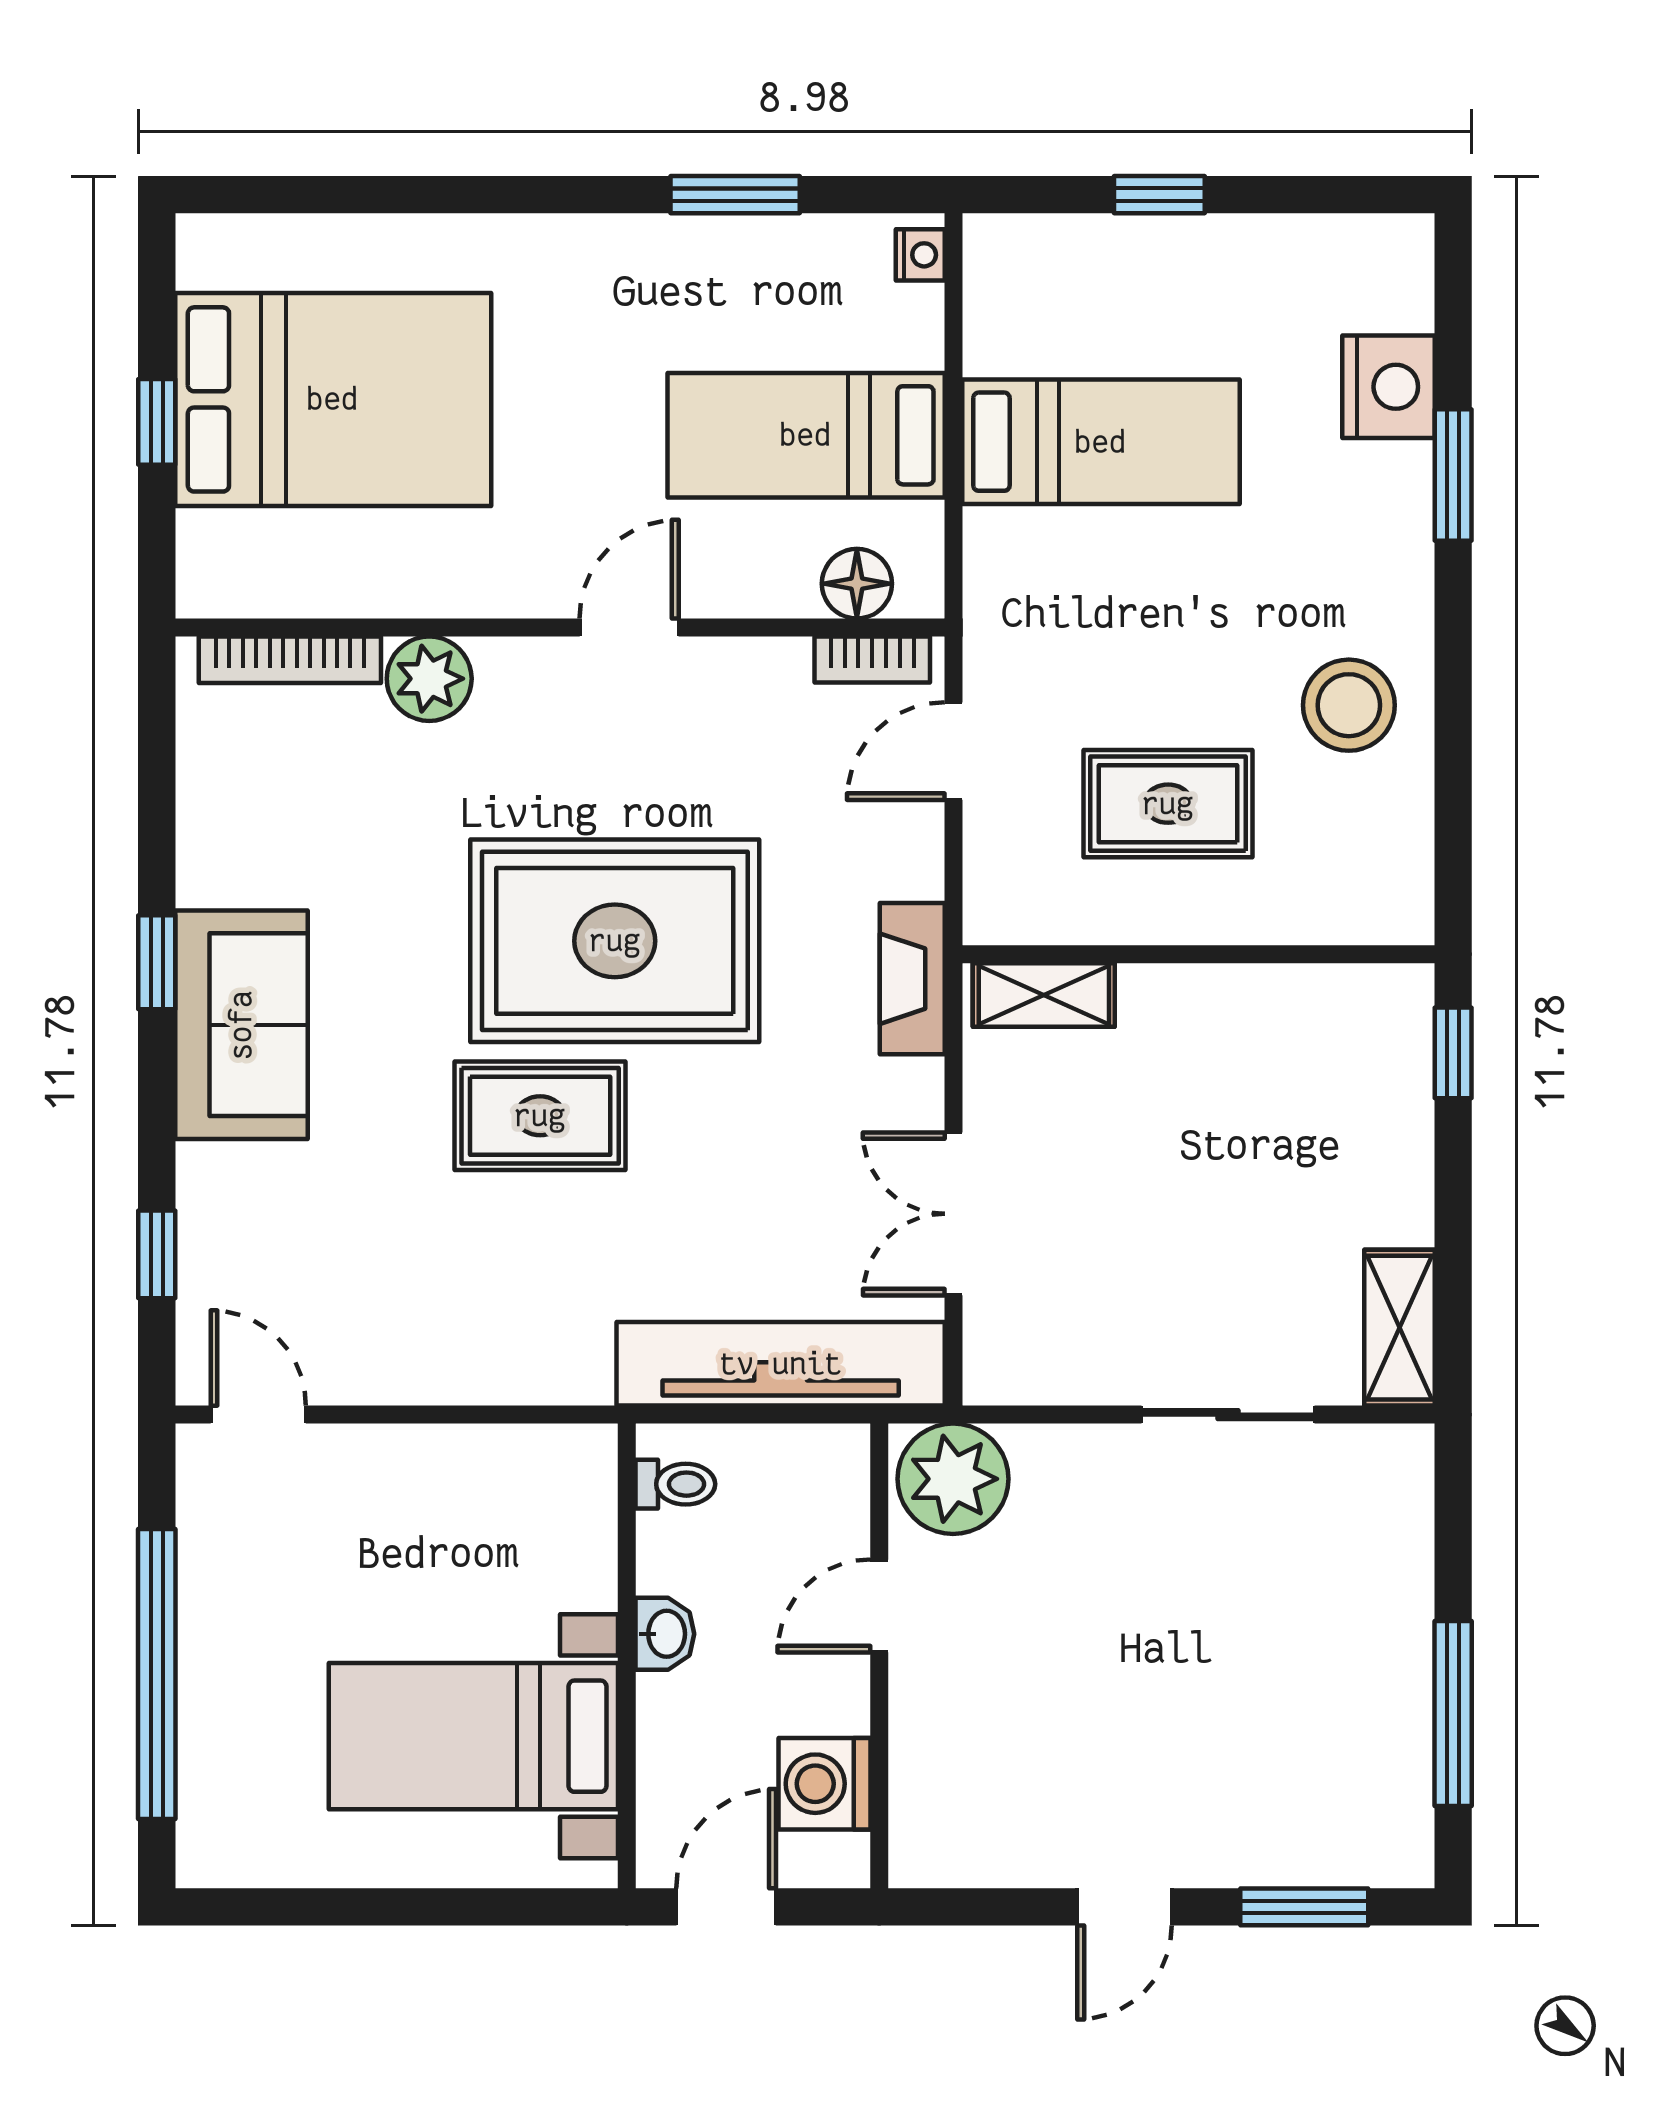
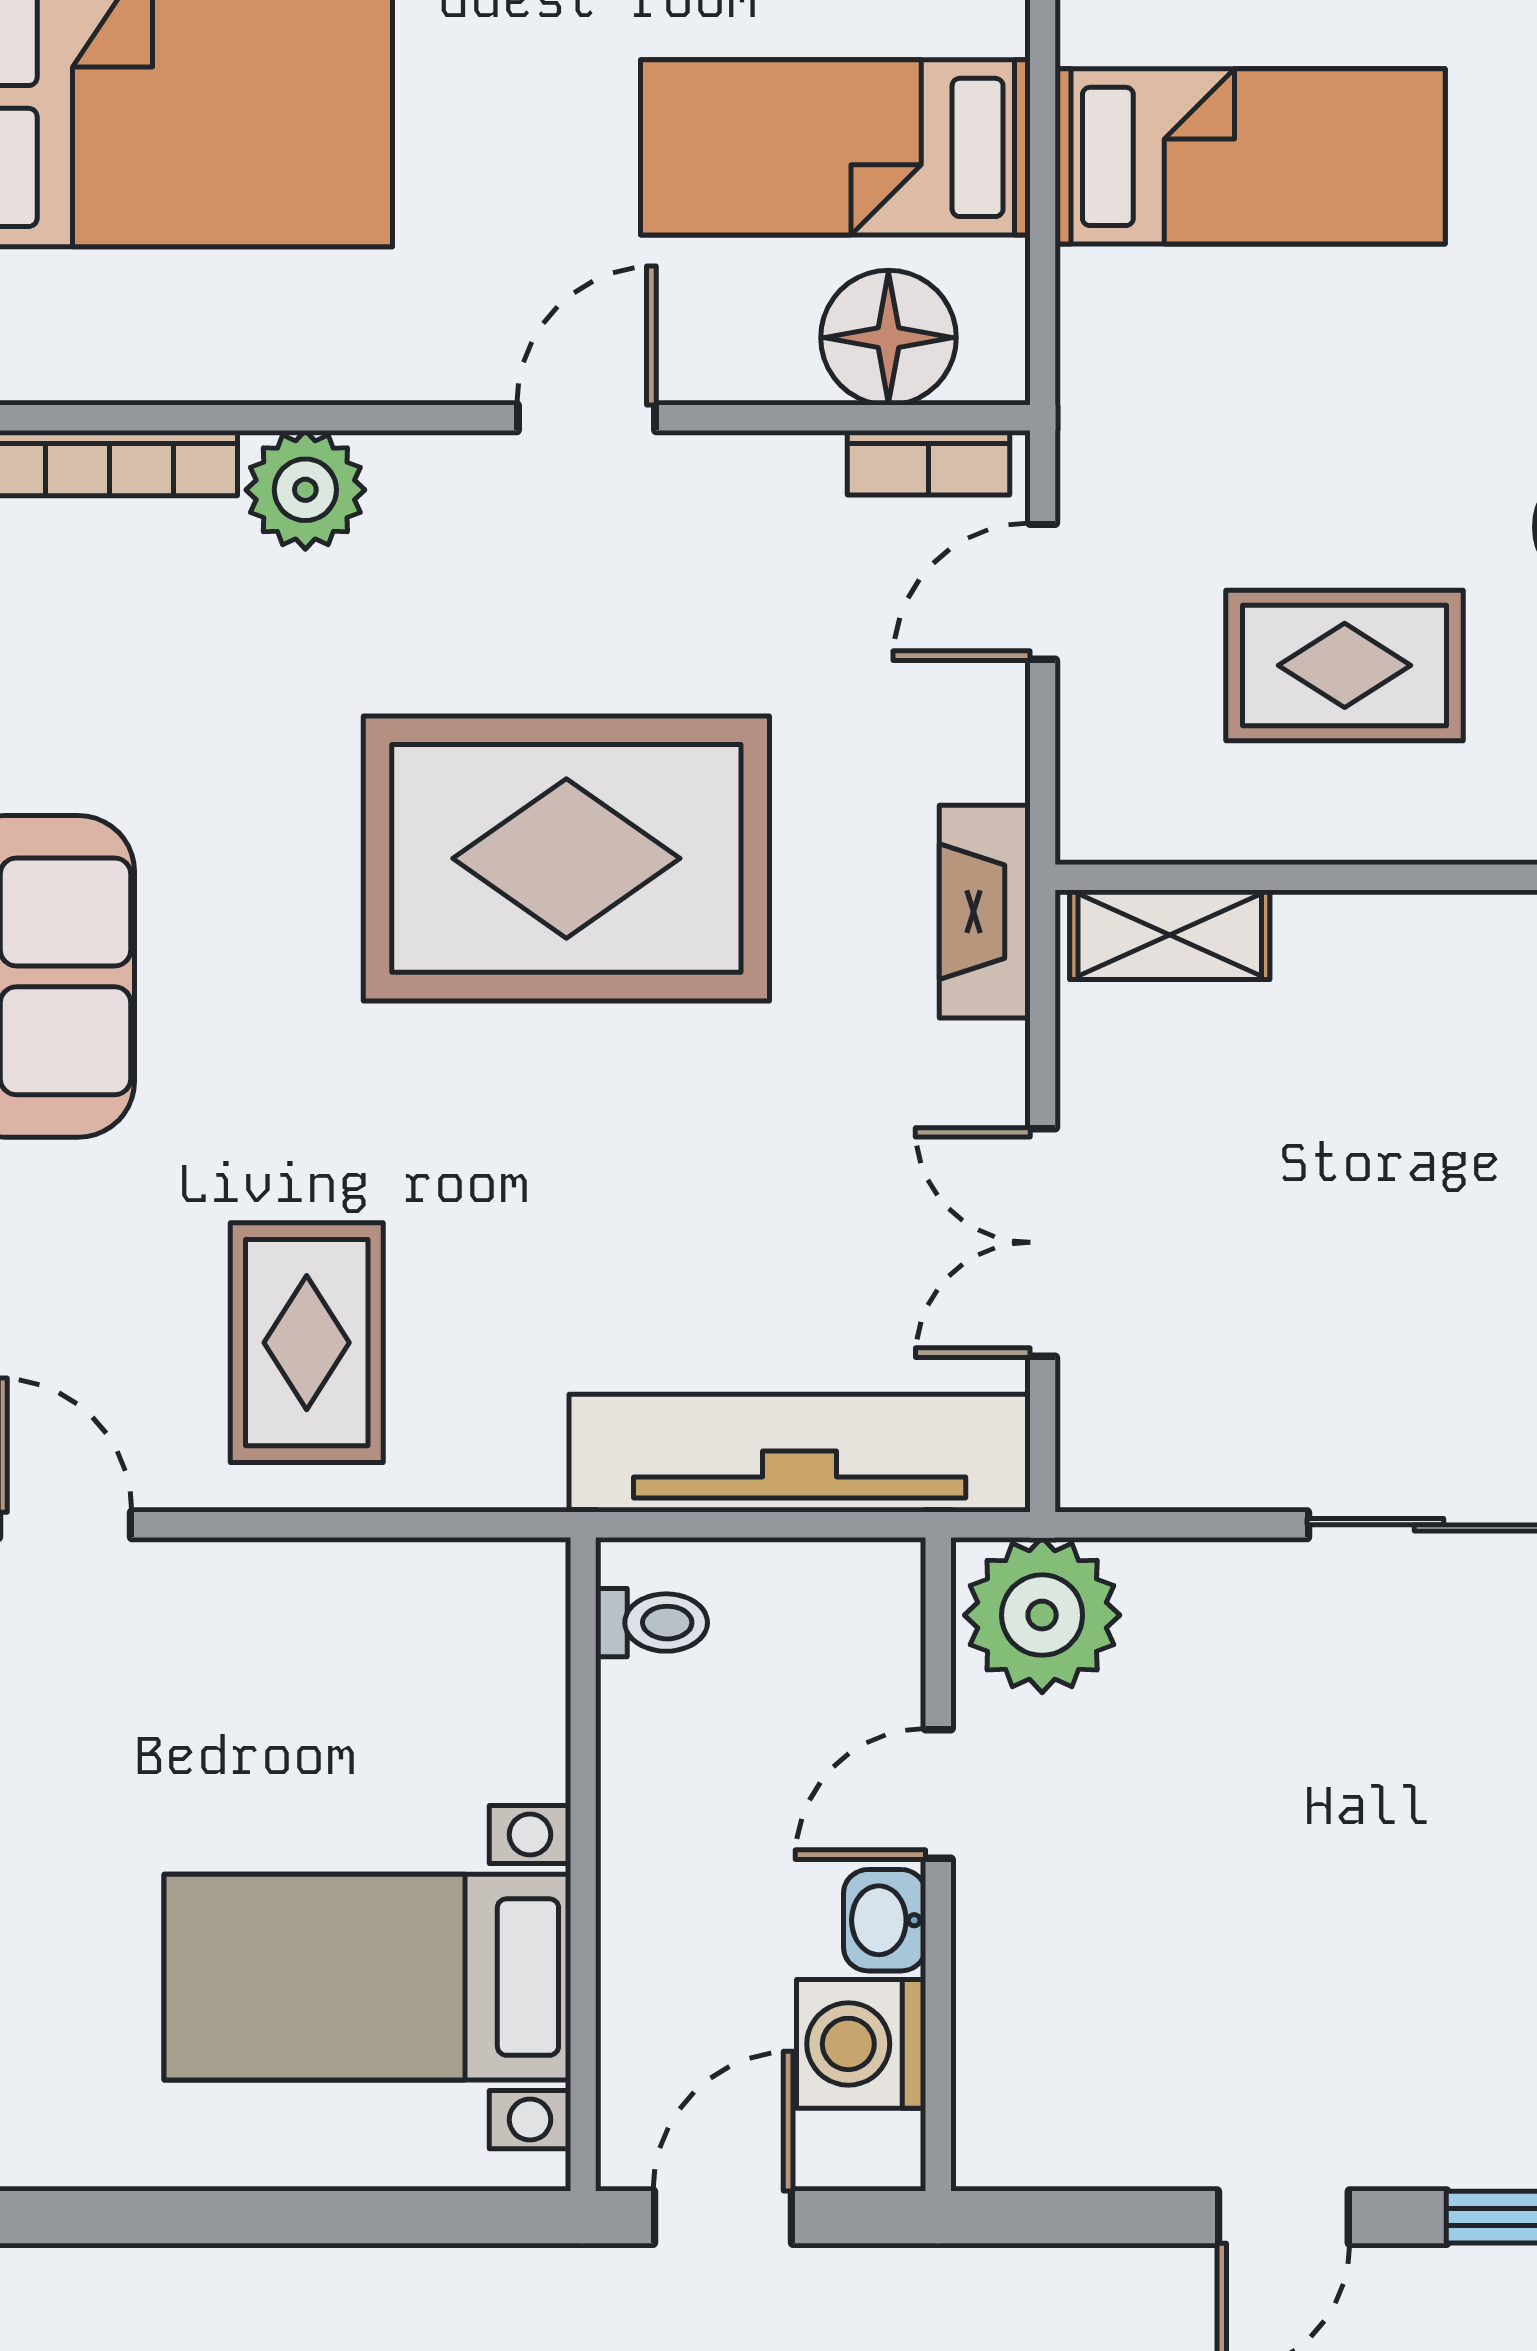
floor lamp: (857, 584) -> (888, 338), width x1.38, depth x1.38
rug: (540, 1116) -> (307, 1343), moved, turned 90
washbasin: (665, 1634) -> (885, 1920), moved, turned 180

